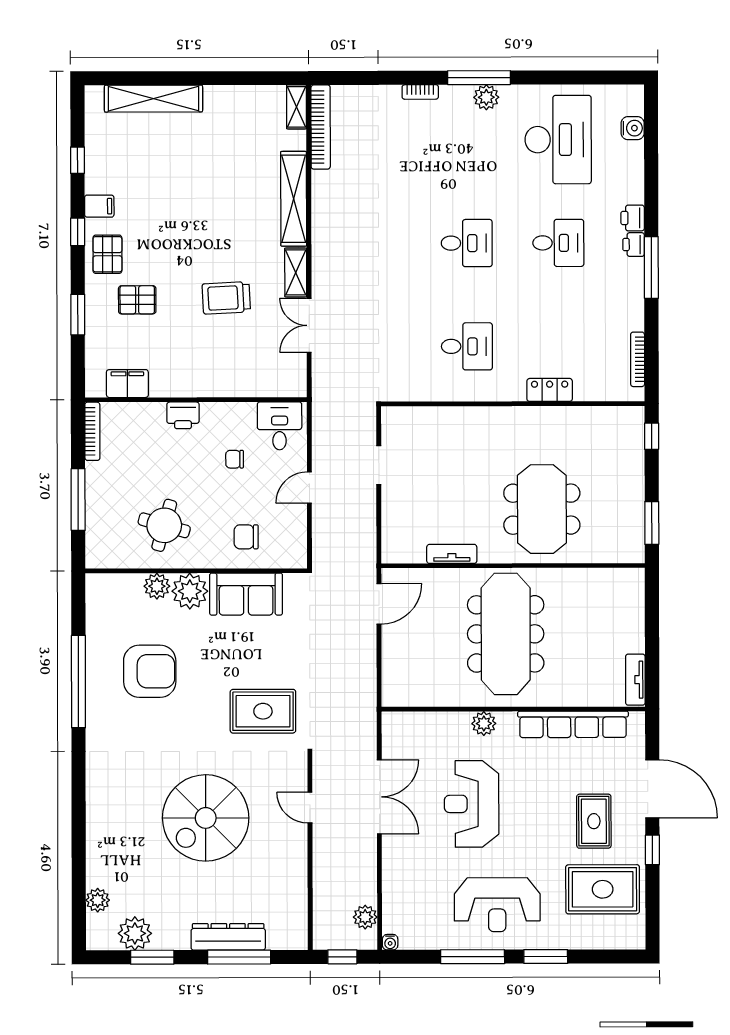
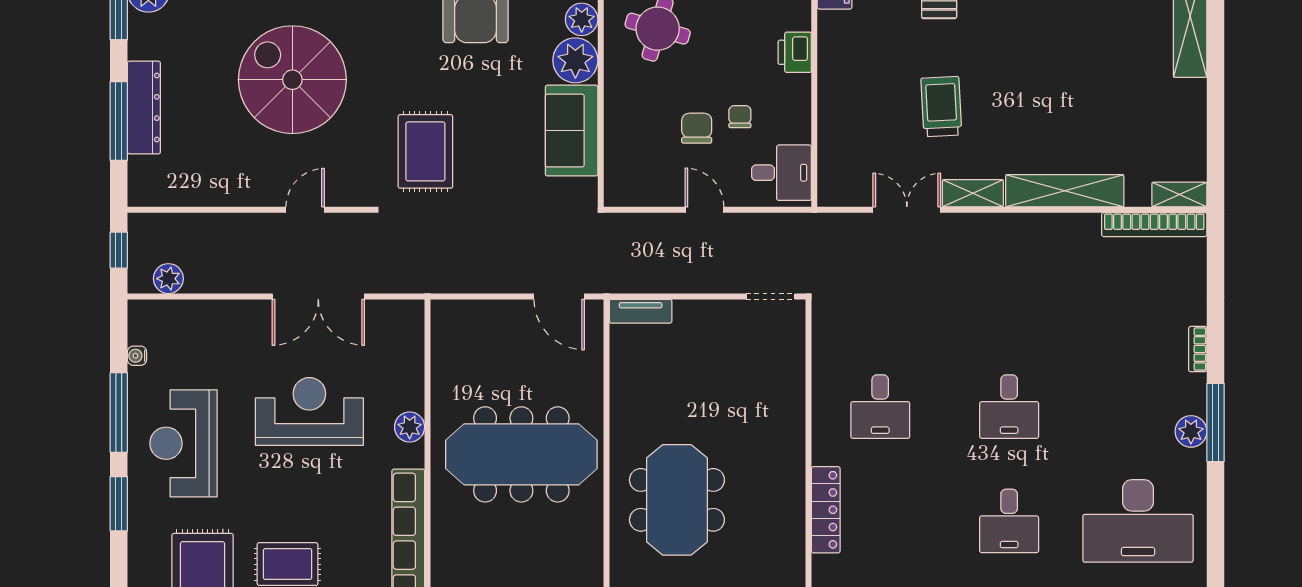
locker: (550, 390) -> (826, 510), width x1.53
doorway: (379, 465) -> (771, 296), moved
meeting table: (542, 509) -> (677, 500), turned 90
chair: (246, 537) -> (697, 128), moved
tv unit: (452, 554) -> (641, 311), moved, turned 90
water cooler: (390, 942) -> (137, 356), moved

